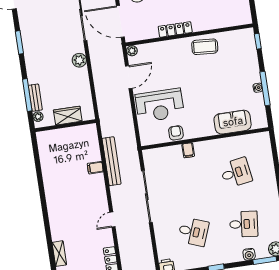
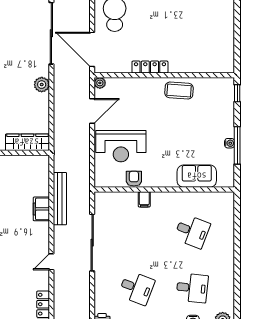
wardrobe: (68, 116) -> (27, 142), width x1.50
filing cabinet: (95, 168) -> (41, 209), width x2.00
desk: (236, 173) -> (192, 231), turned 30

